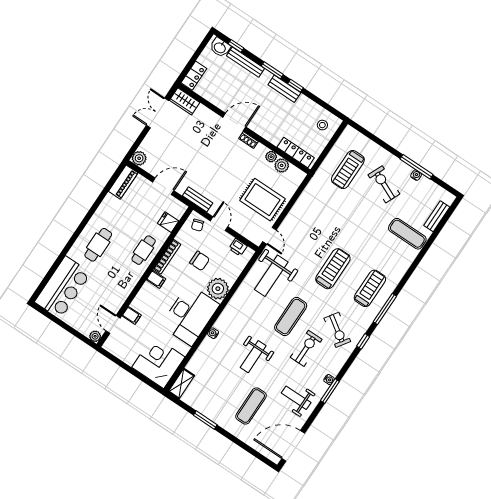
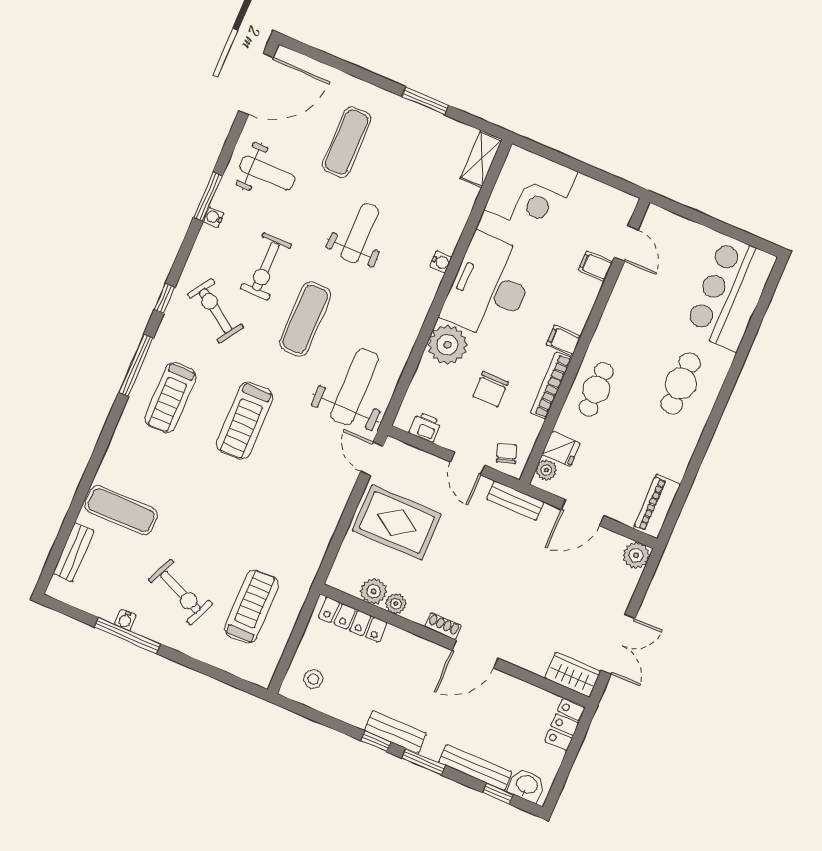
chair: (200, 261) -> (490, 389), turned -90
plant: (95, 336) -> (546, 470), moved

